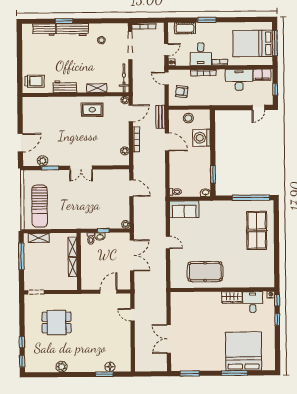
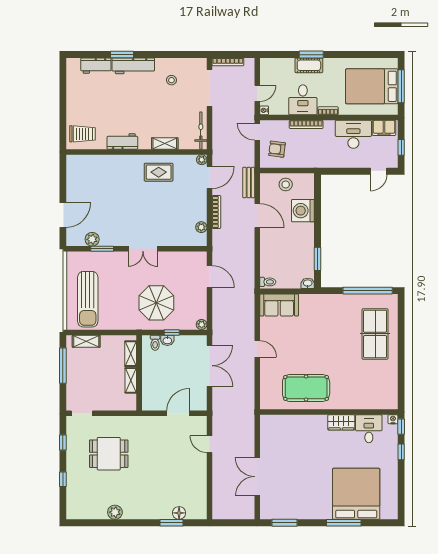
cot: (185, 28) -> (309, 65), moved
parasol: (92, 208) -> (156, 303), added
window: (22, 361) -> (63, 443), moved

